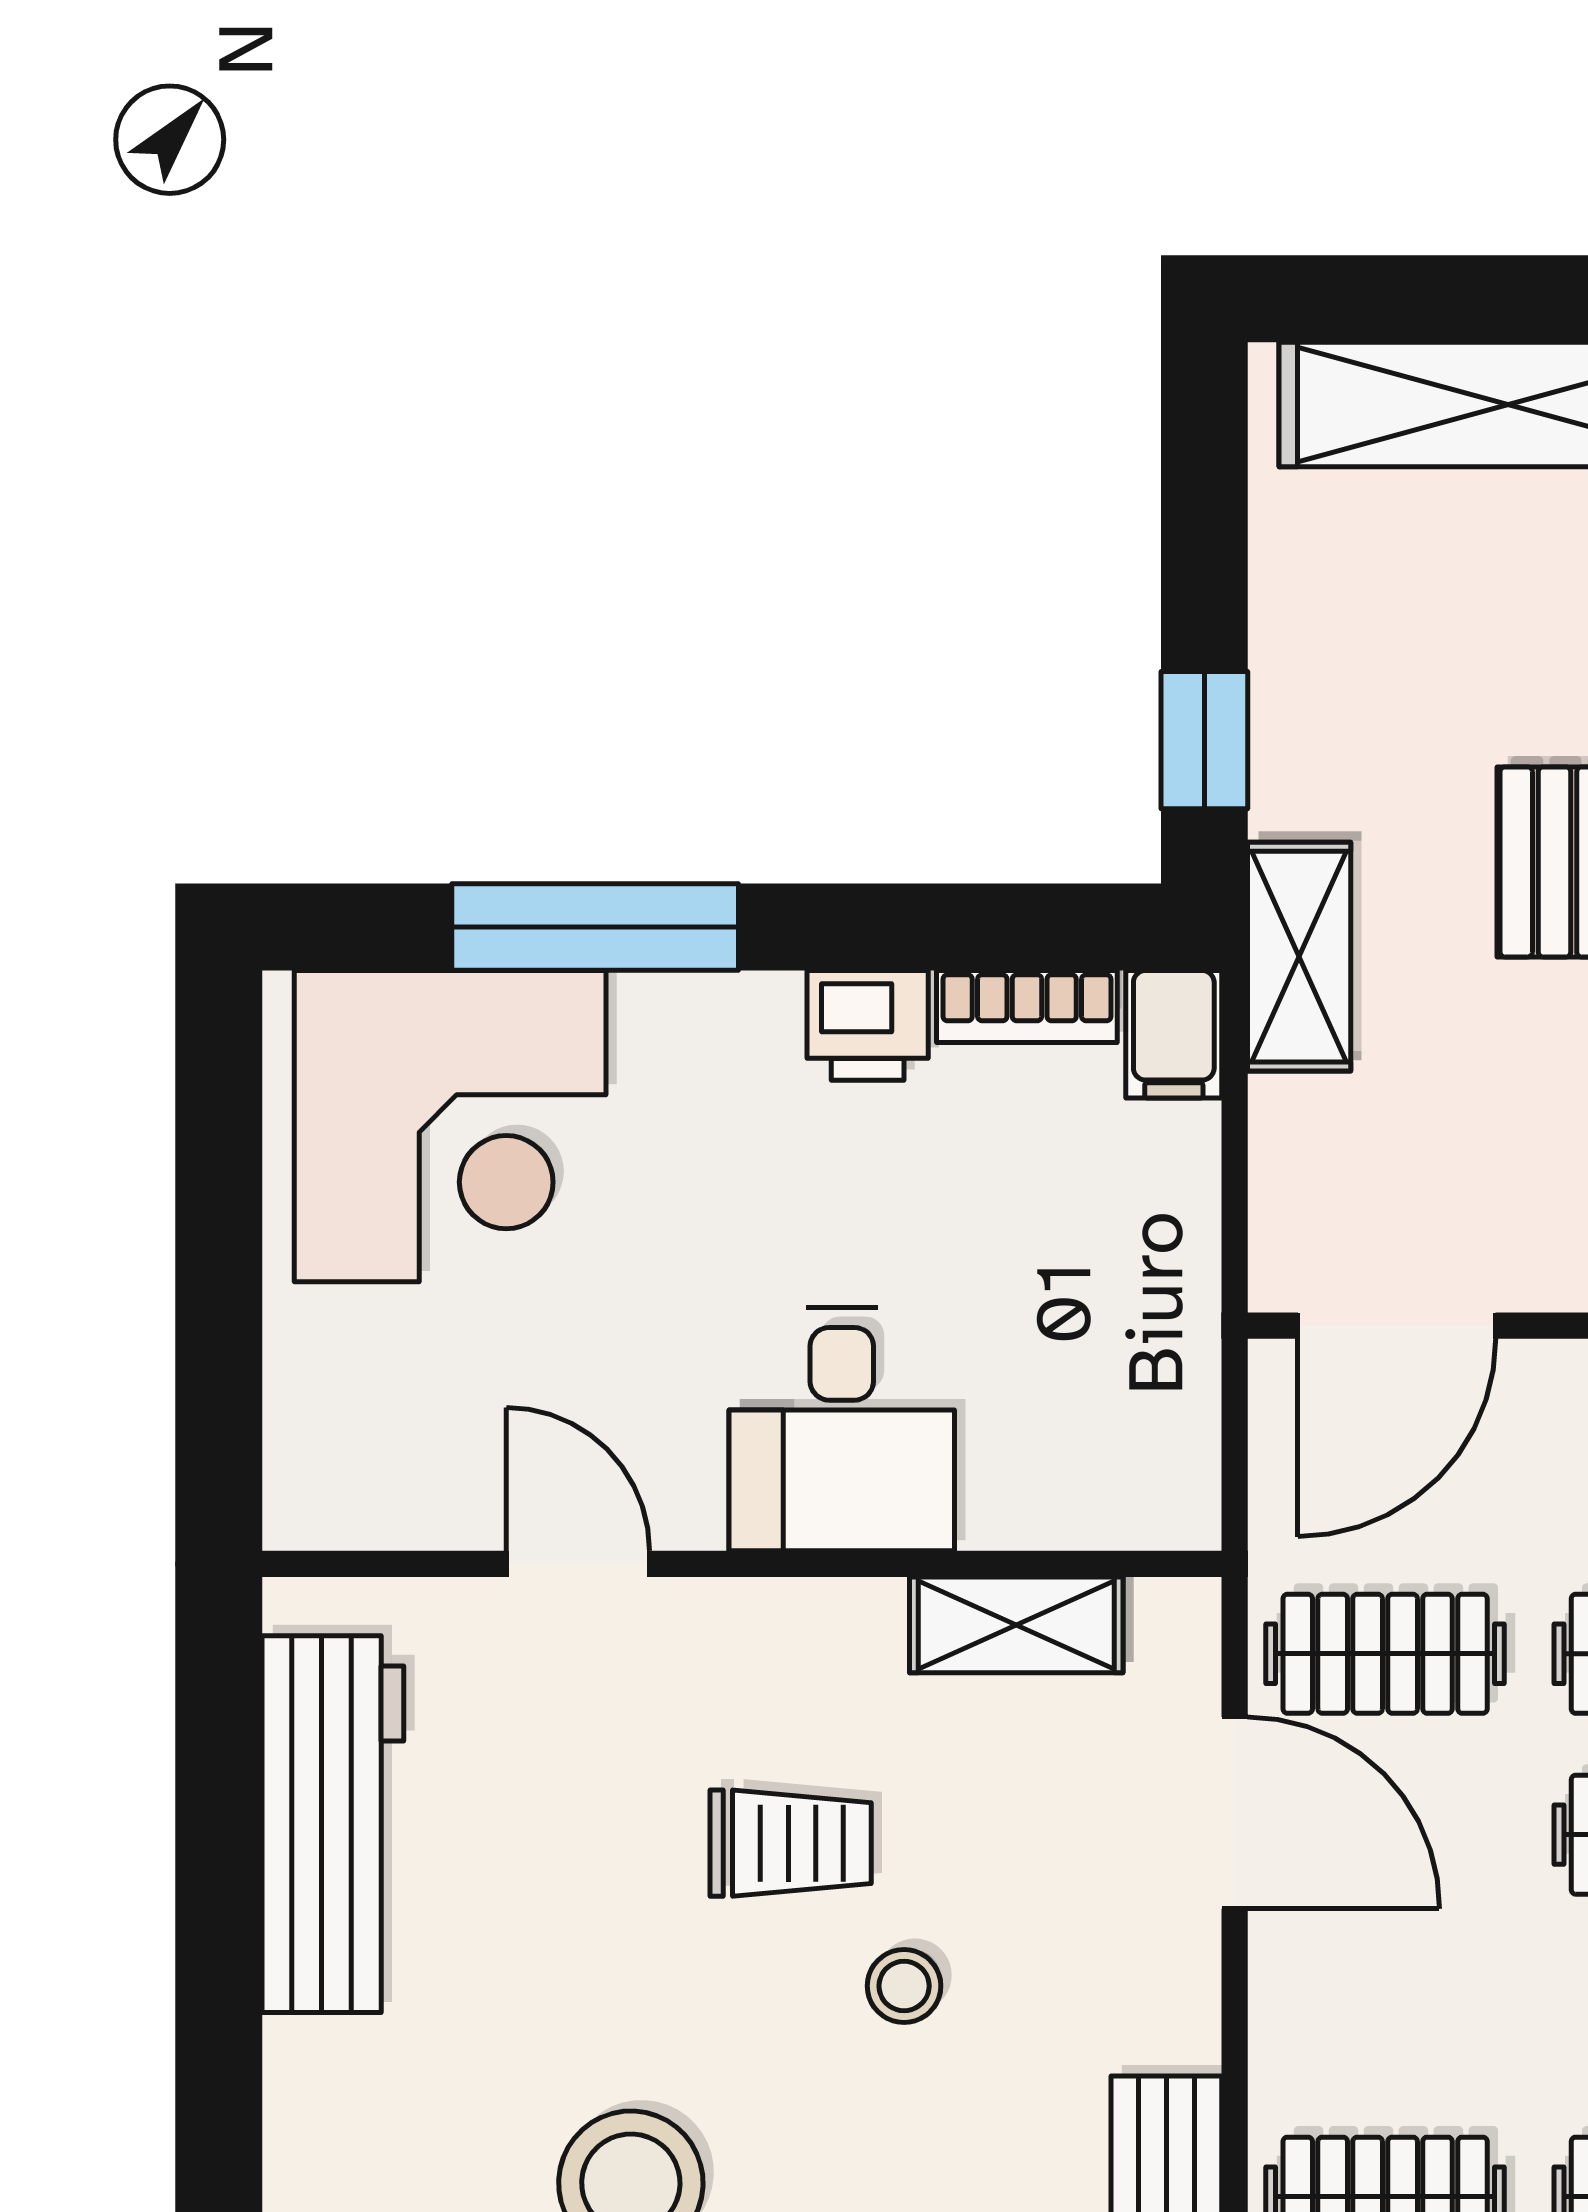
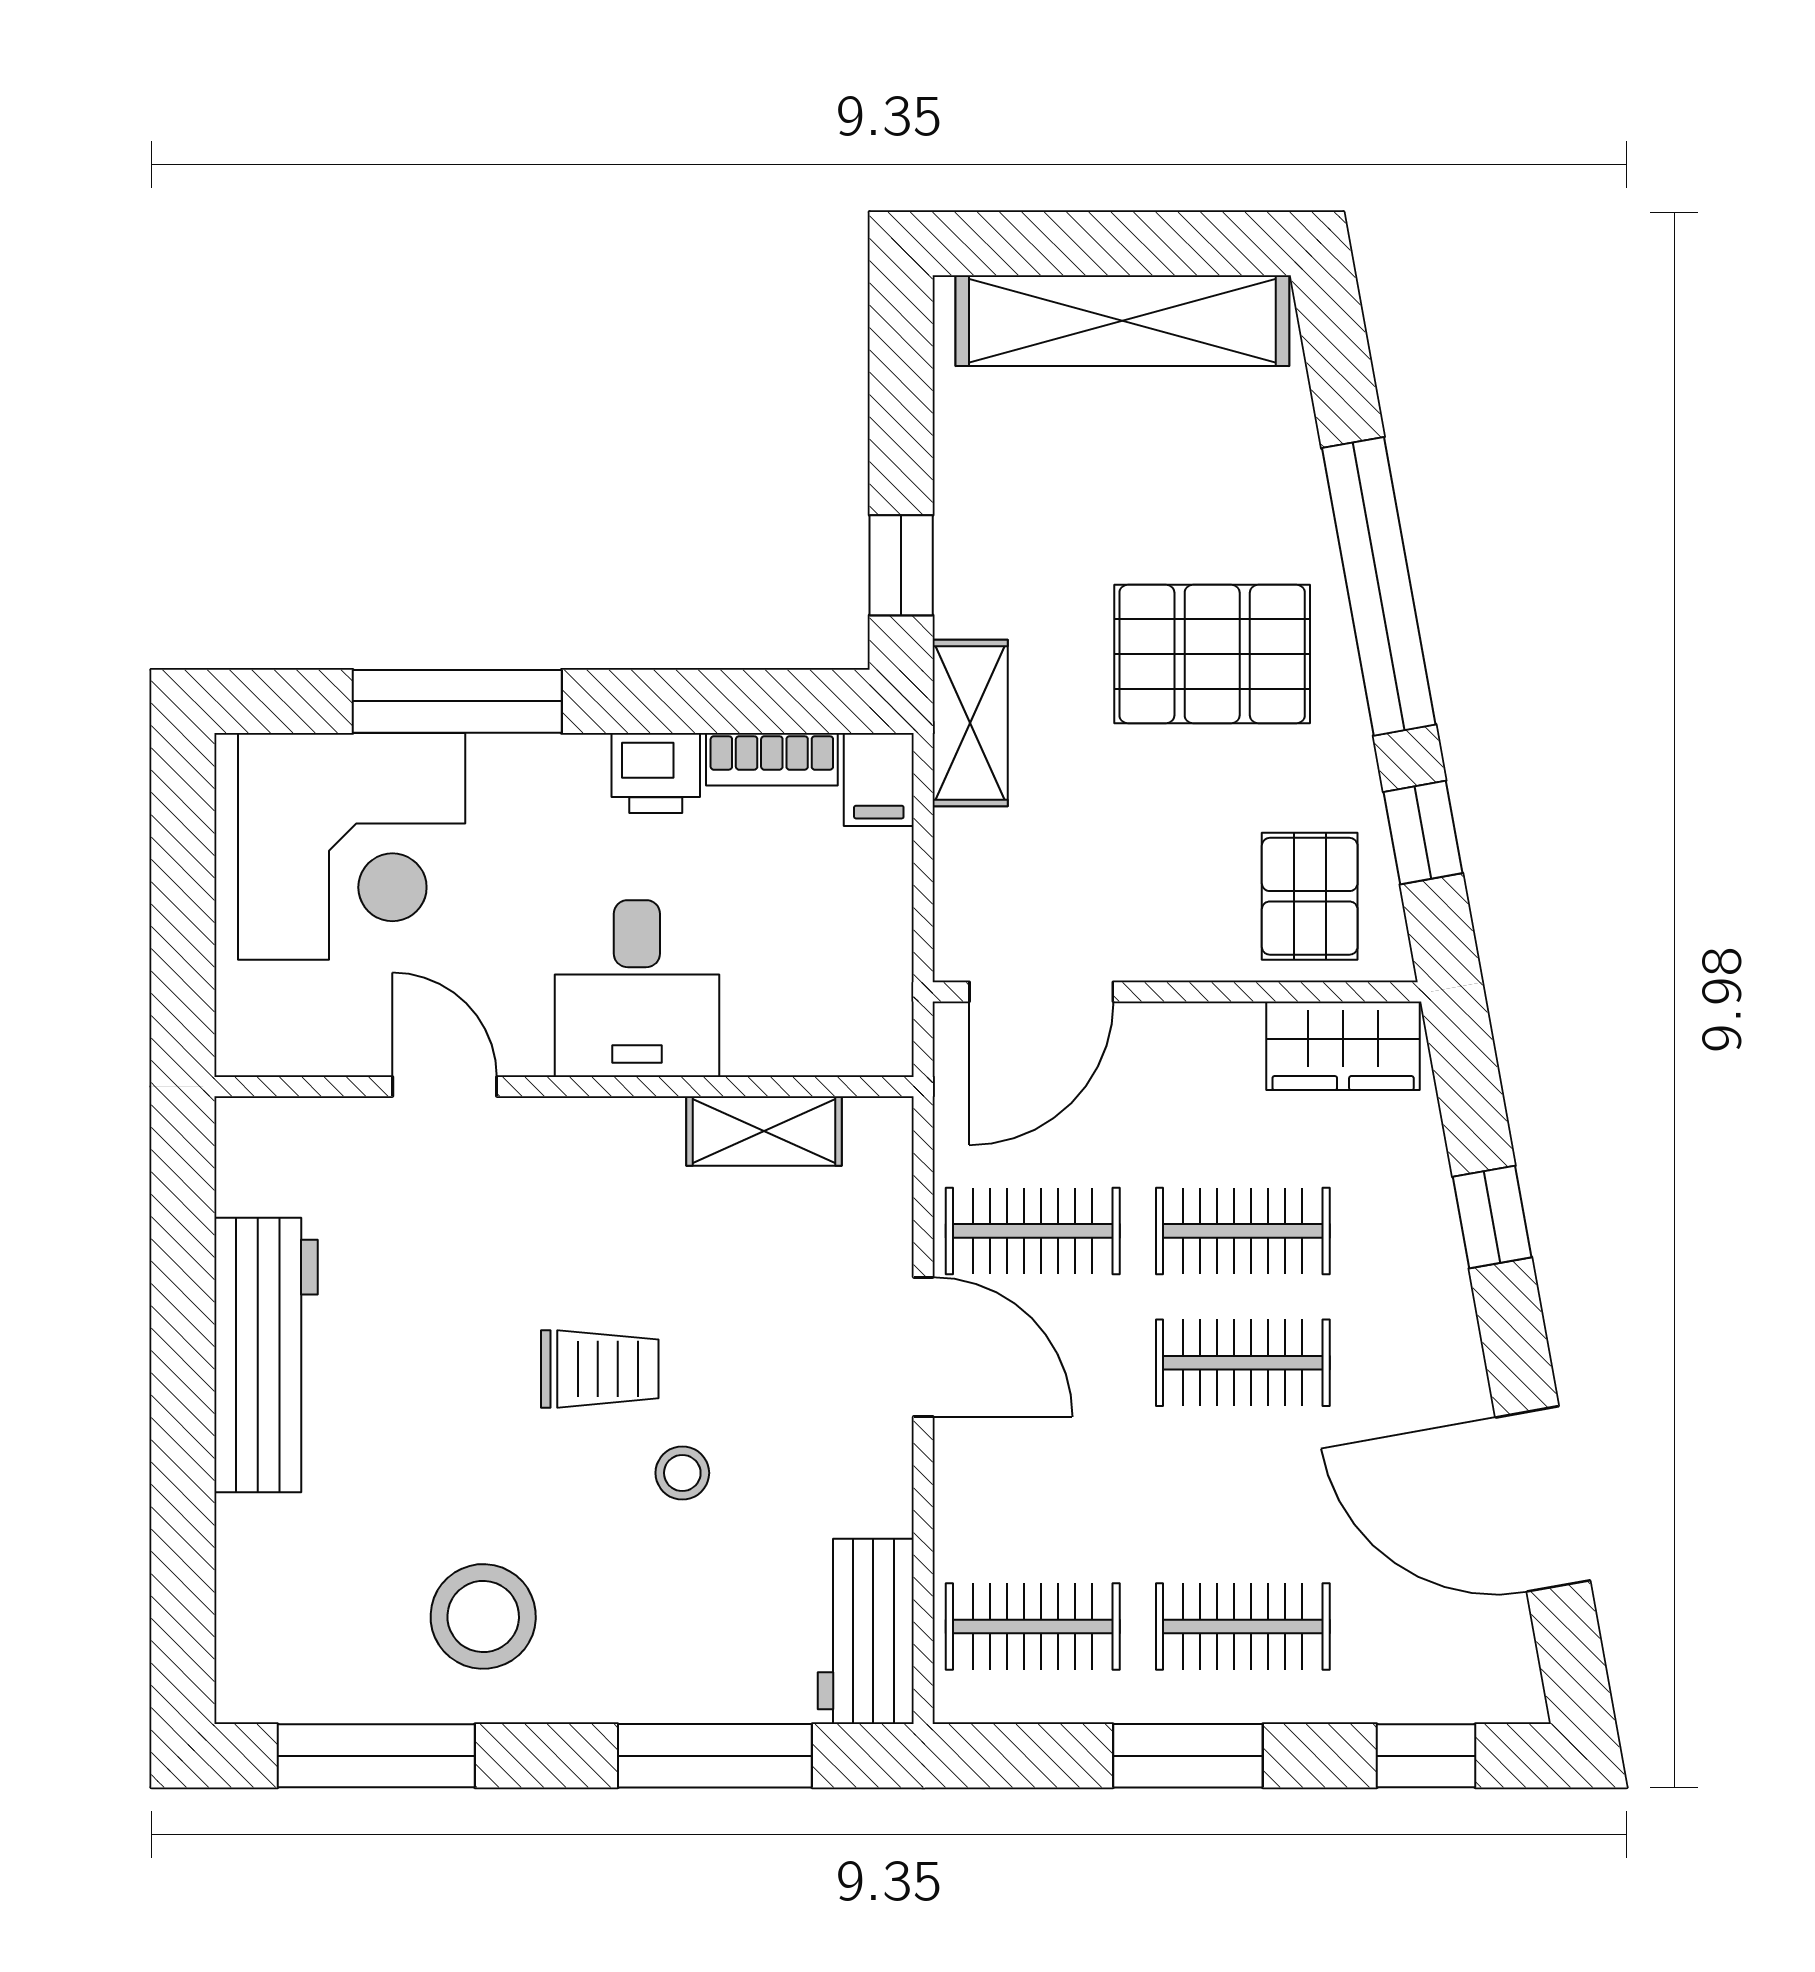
desk: (842, 1429) -> (637, 989), moved
door: (578, 1564) -> (445, 1087), moved
wall: (742, 1564) -> (564, 1087), moved
shelving: (1016, 1625) -> (764, 1131), moved

